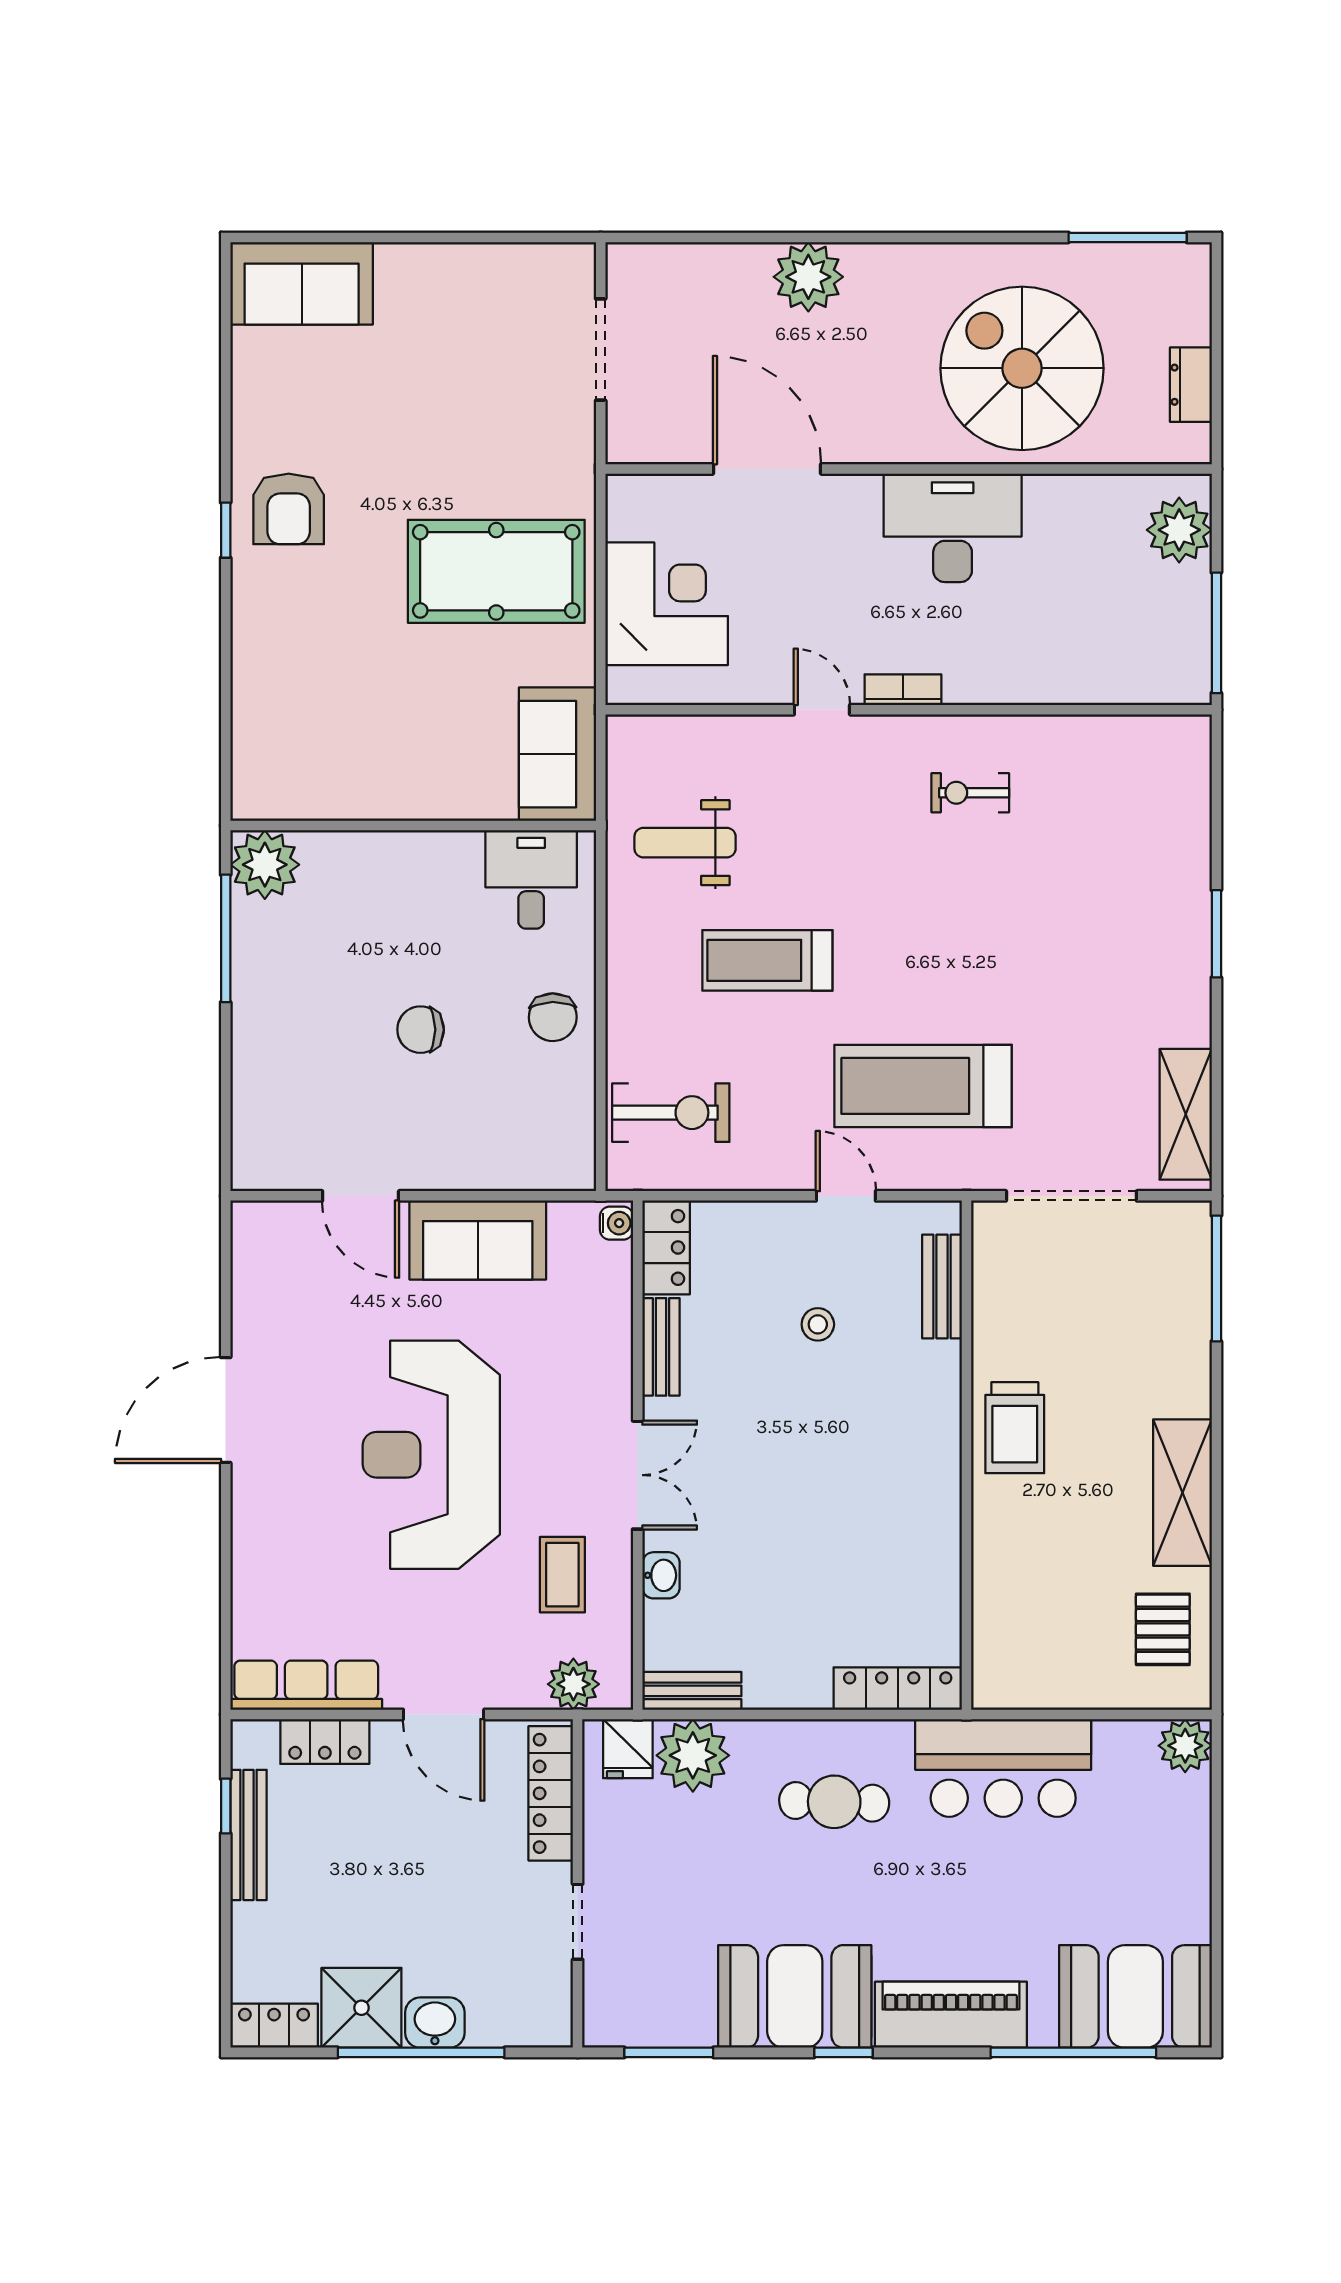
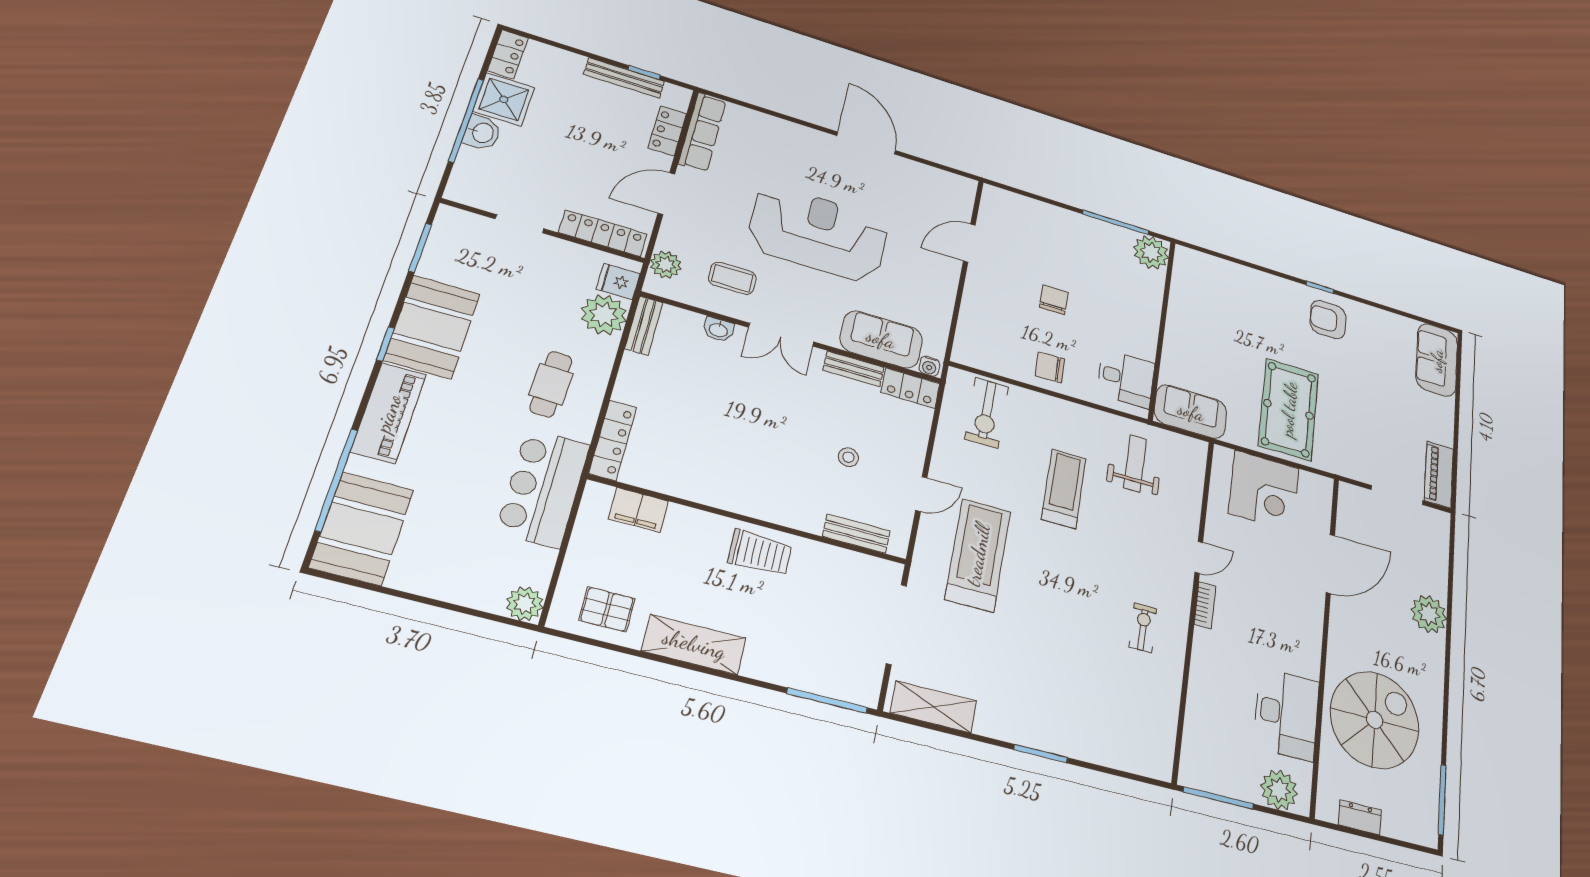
piano: (536, 269) -> (1439, 475), added
desk: (953, 528) -> (1286, 714), moved
sofa: (478, 1240) -> (881, 339), moved, turned 90
trolley: (1015, 1428) -> (760, 553), turned 180
filing cabinet: (998, 1623) -> (638, 510), added

